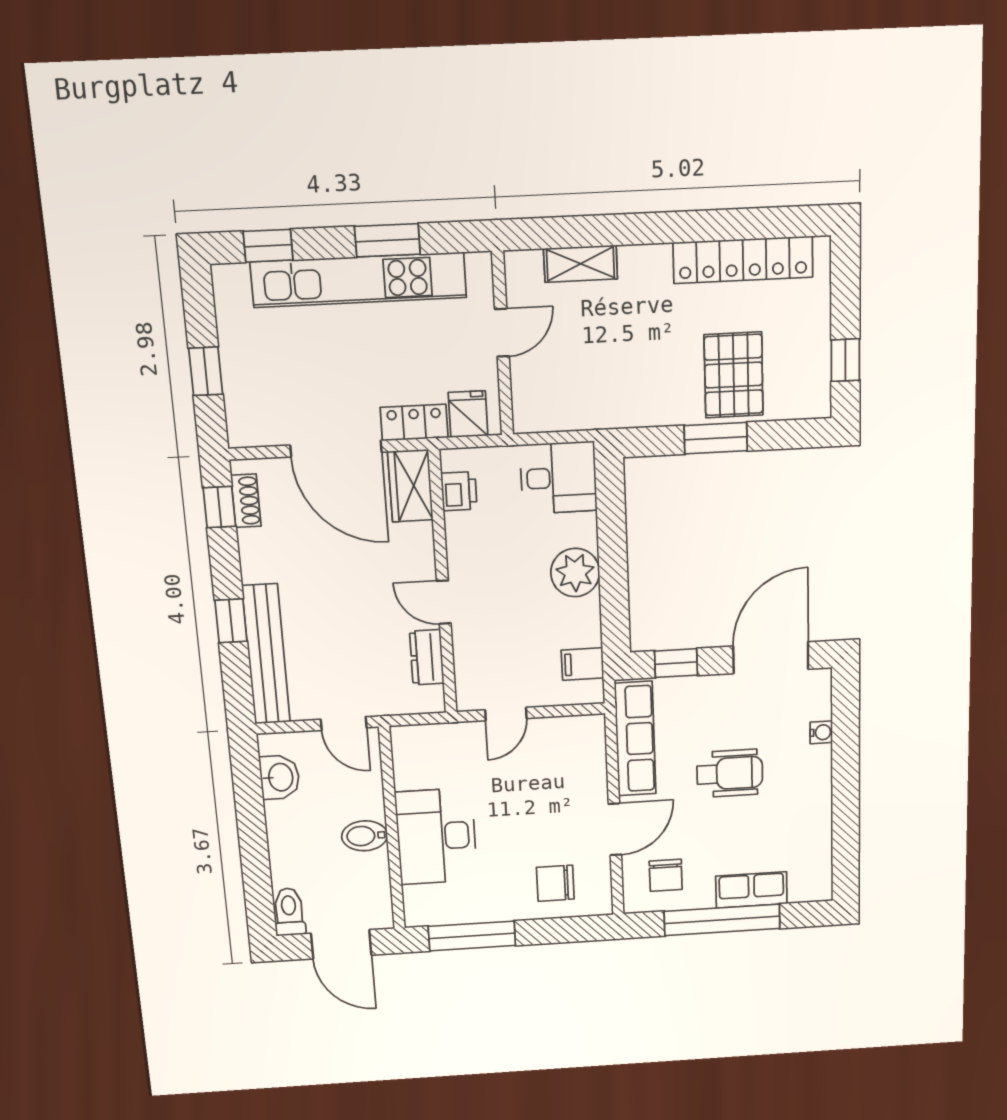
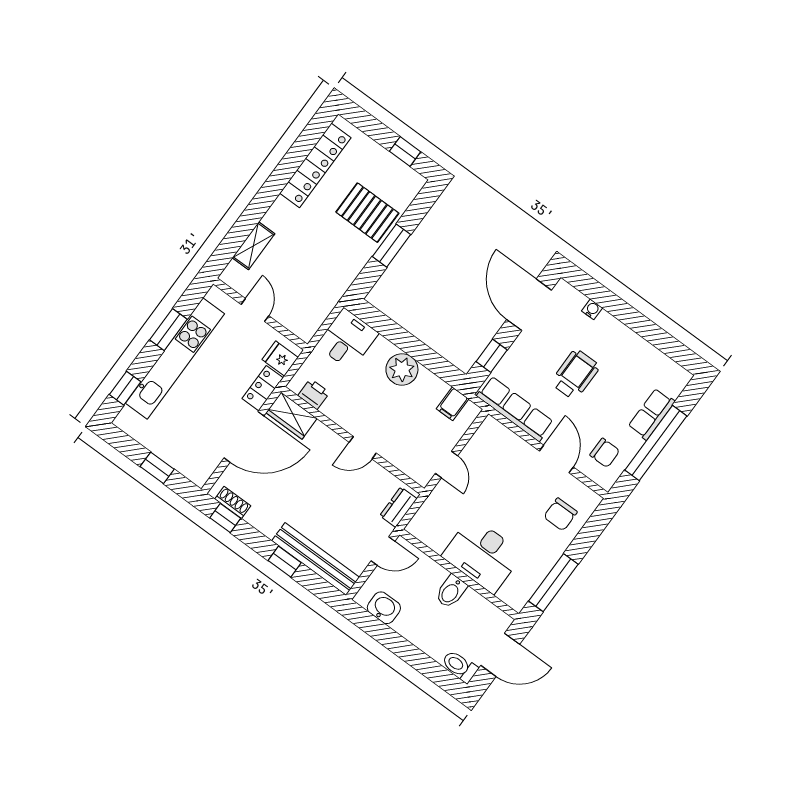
dresser: (427, 657) -> (398, 507), moved, turned 90

